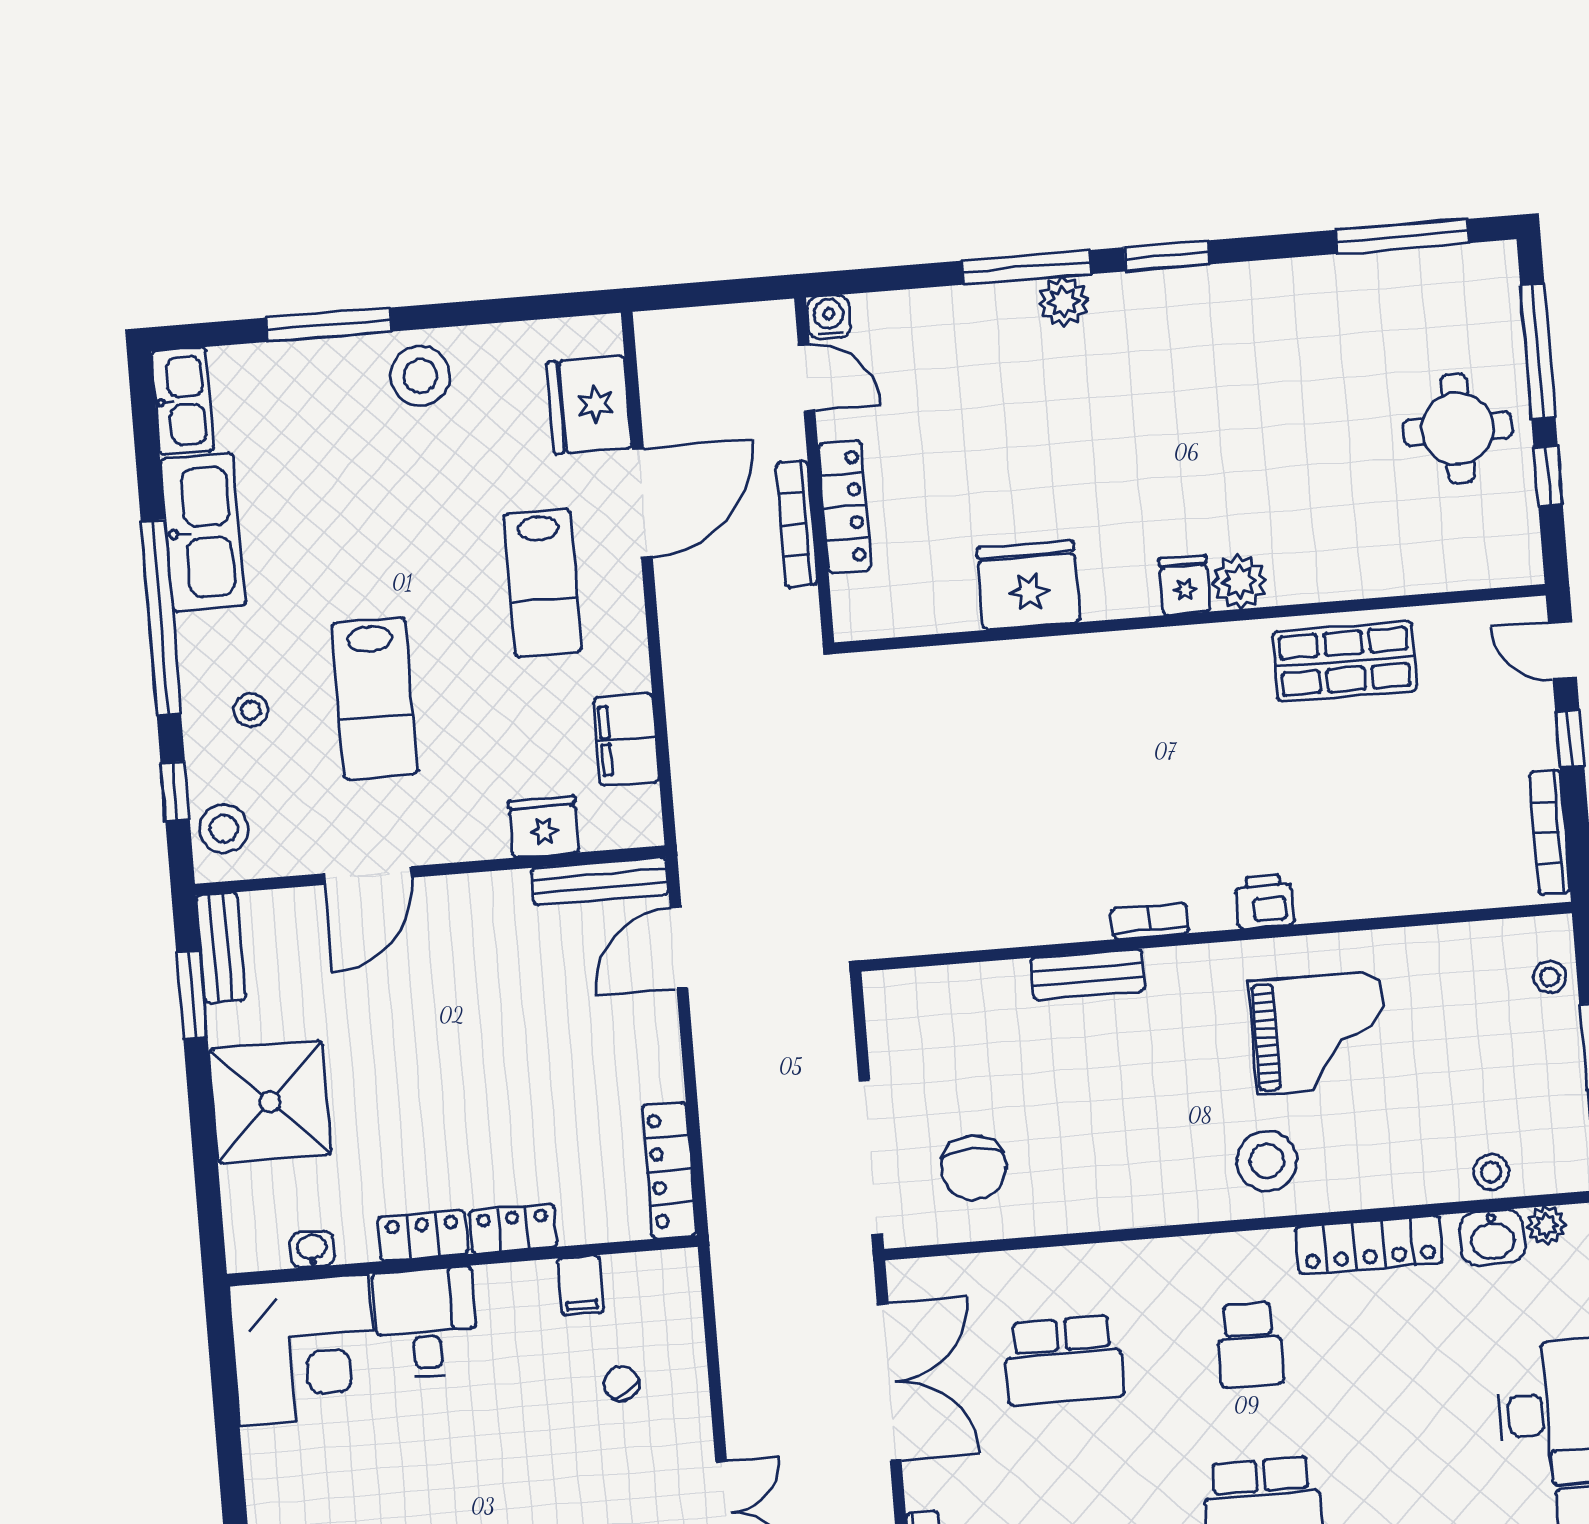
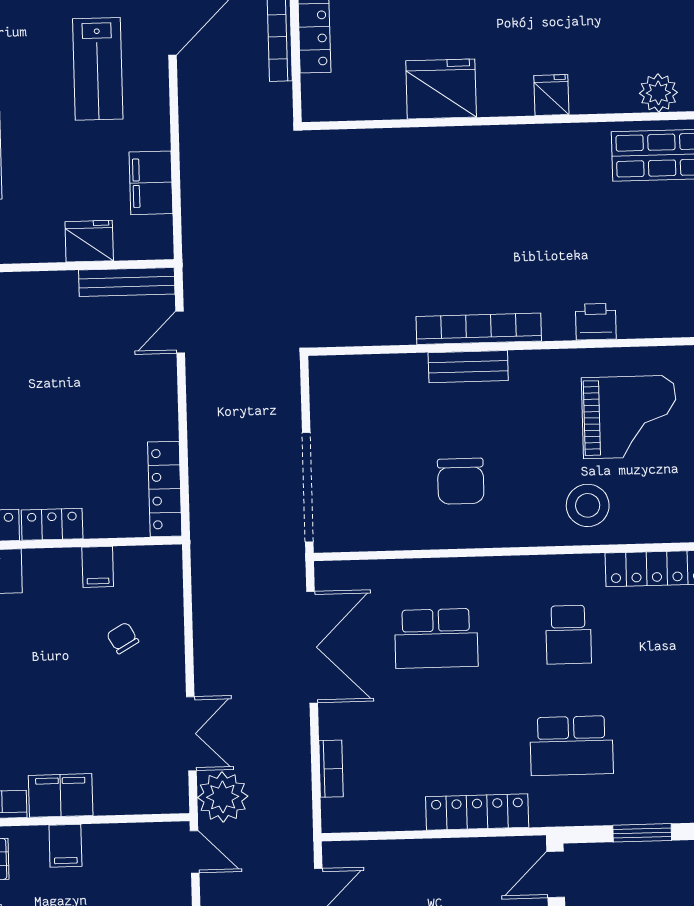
plant: (1239, 582) -> (658, 93), moved
bookcase: (1150, 921) -> (479, 329), width x2.31, depth x1.31
door: (679, 948) -> (180, 332), width x0.73
chair: (974, 1168) -> (461, 481), moved

